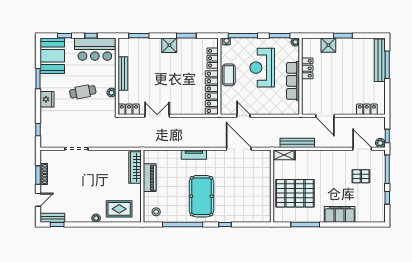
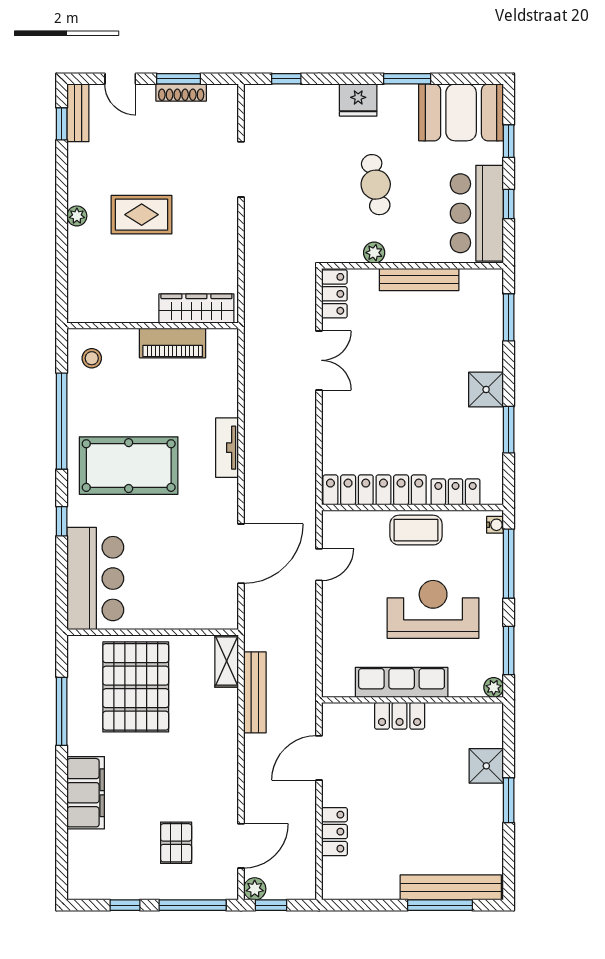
locker: (307, 68) -> (400, 716), moved
locker: (367, 109) -> (334, 832), moved
rug: (119, 209) -> (142, 215), moved, turned 90
bar counter: (249, 210) -> (95, 579), added

